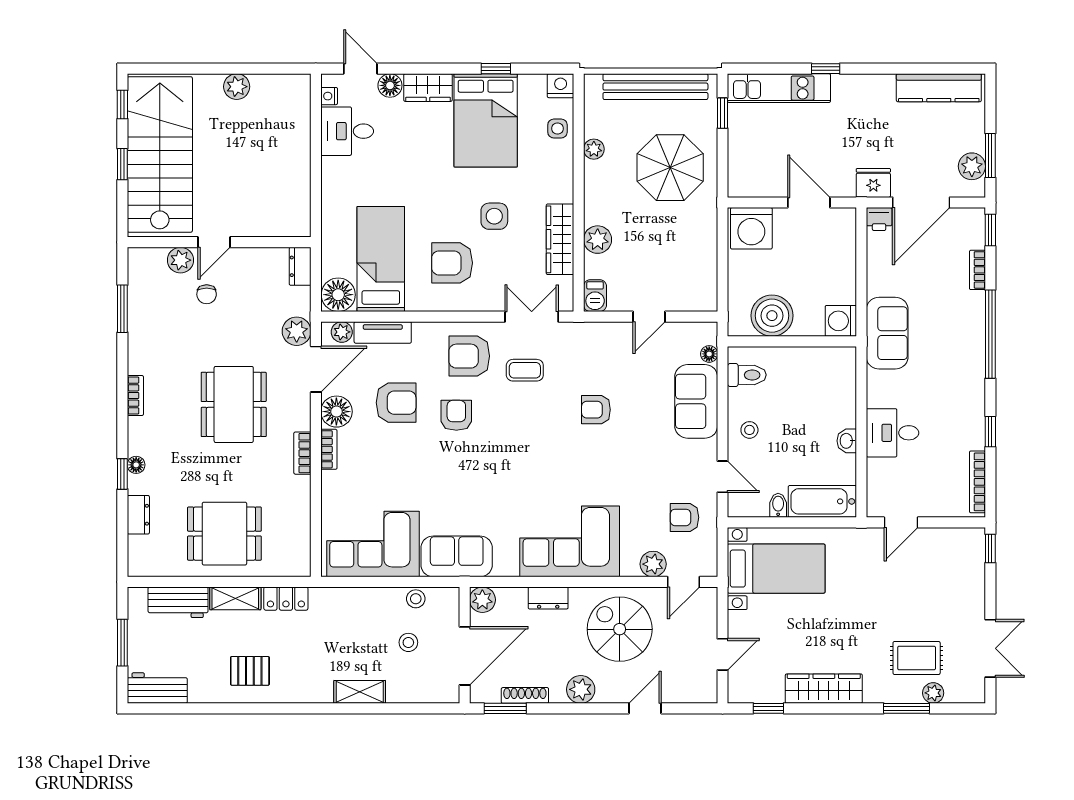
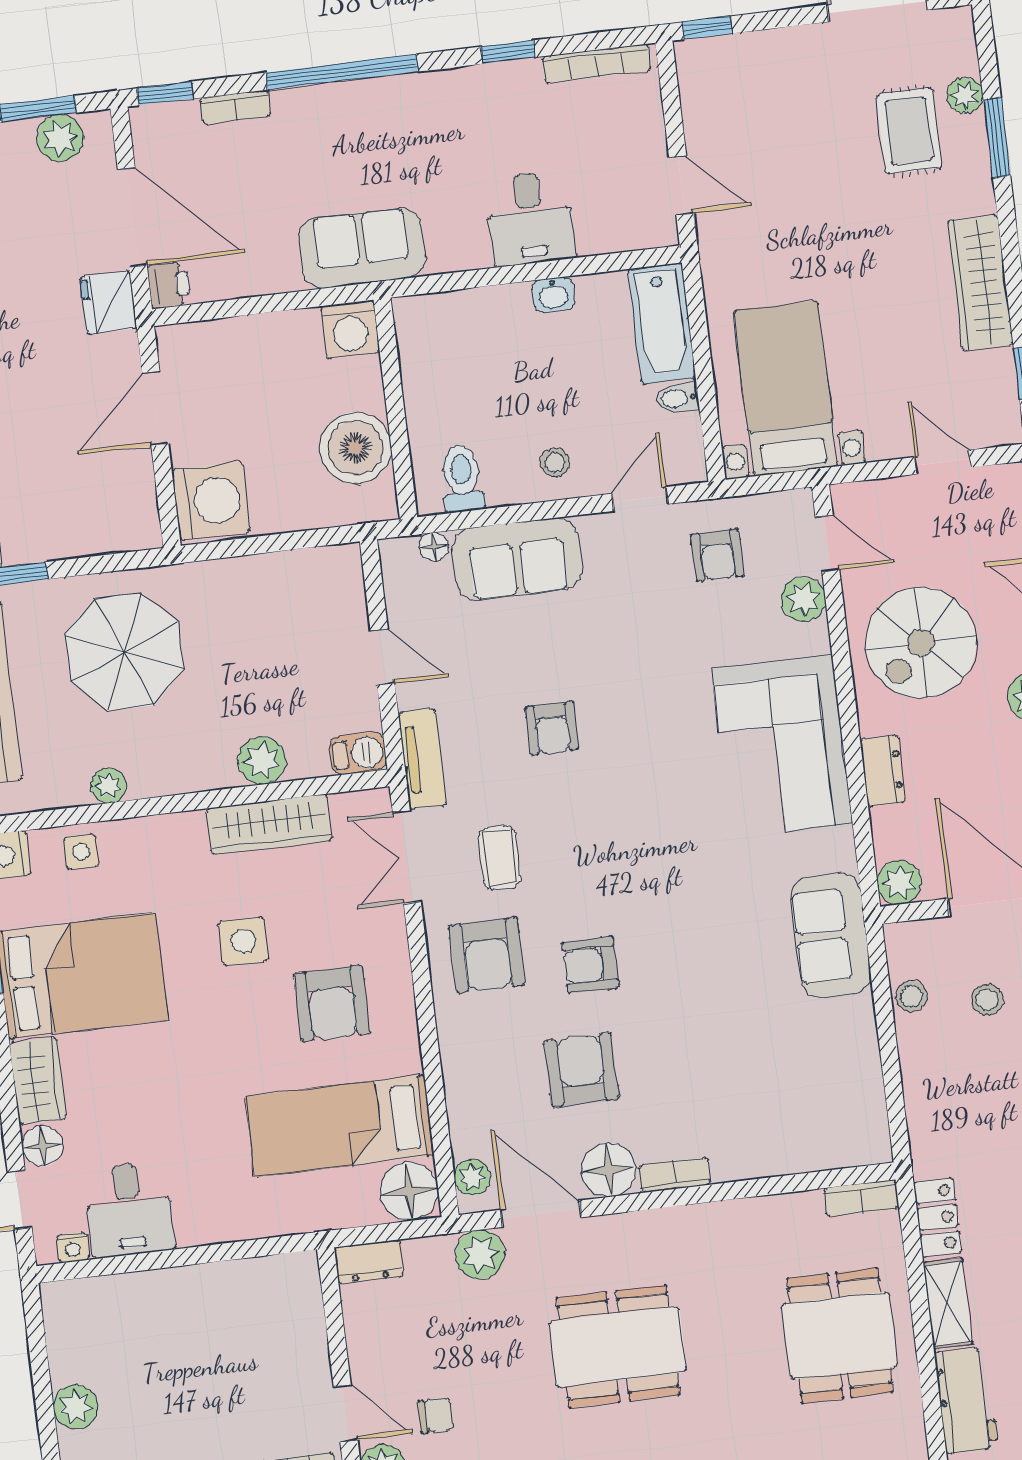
tv unit: (383, 332) -> (422, 759), moved
bookcase: (302, 453) -> (861, 1198), moved
corner sofa: (373, 544) -> (827, 1080), removed

